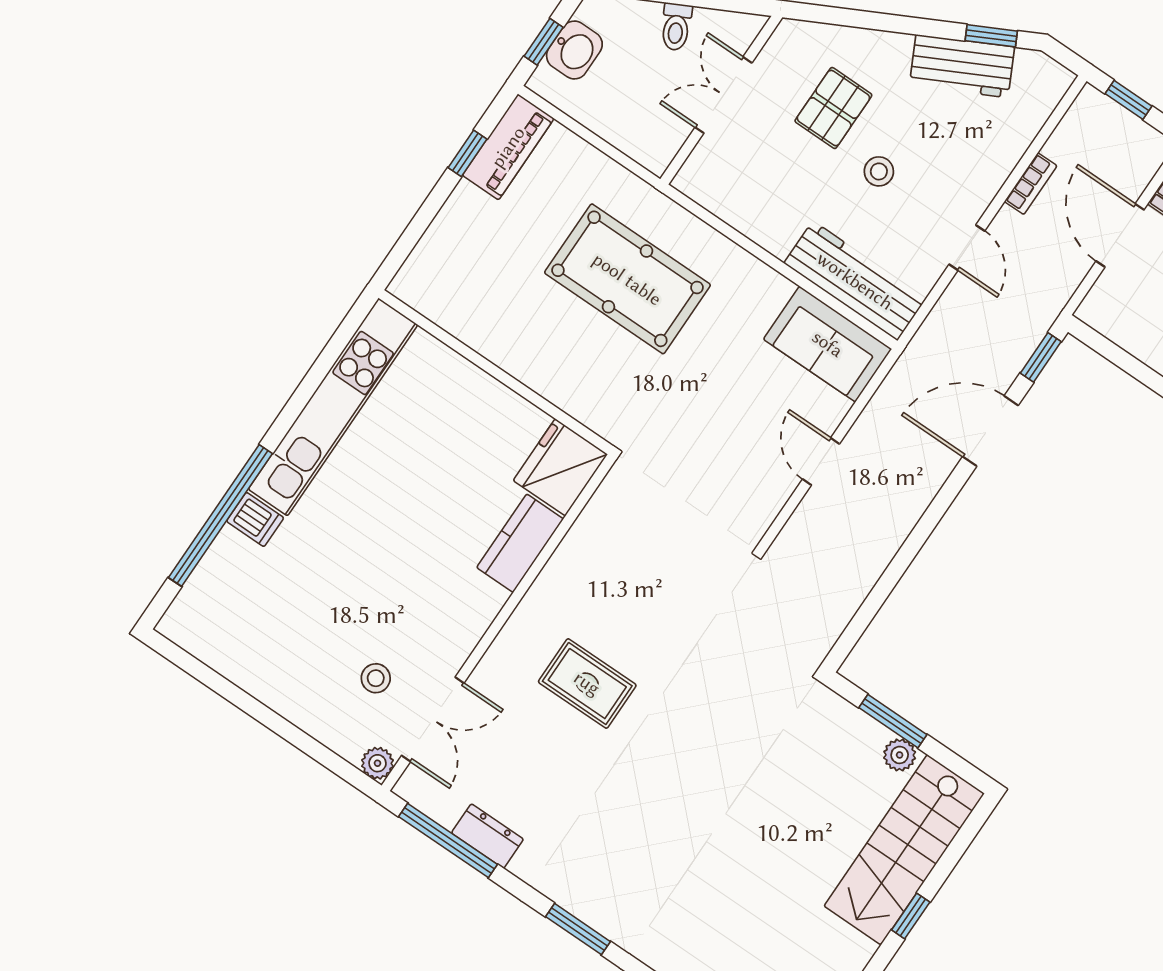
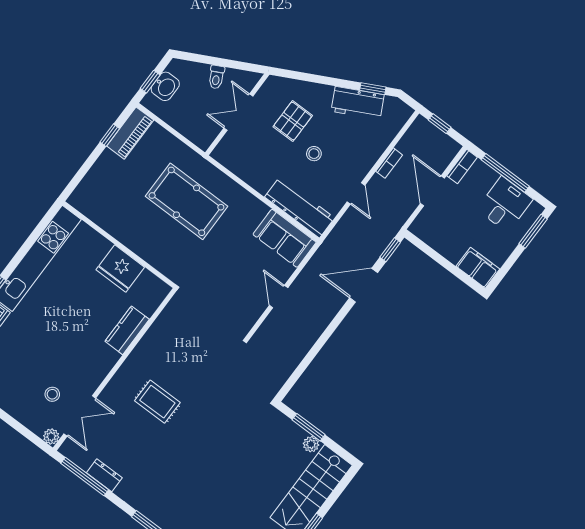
fridge: (560, 467) -> (120, 268), moved, turned -90

